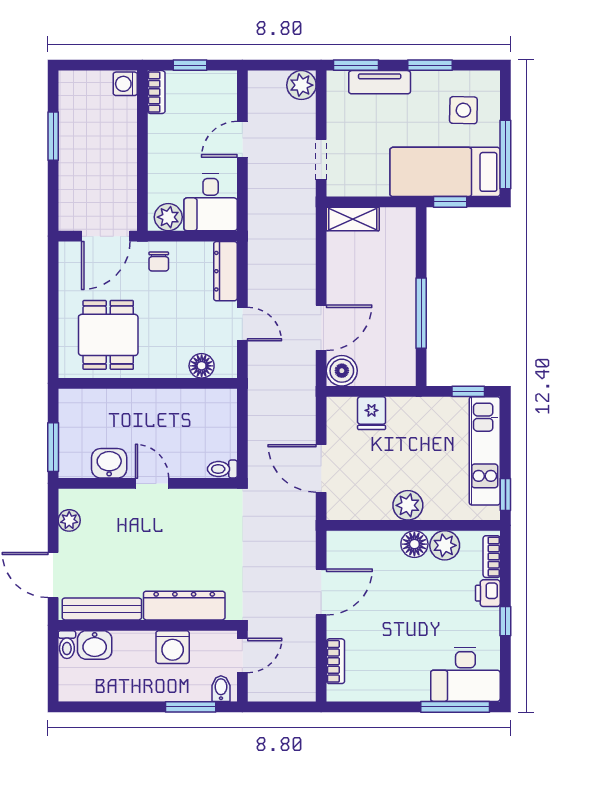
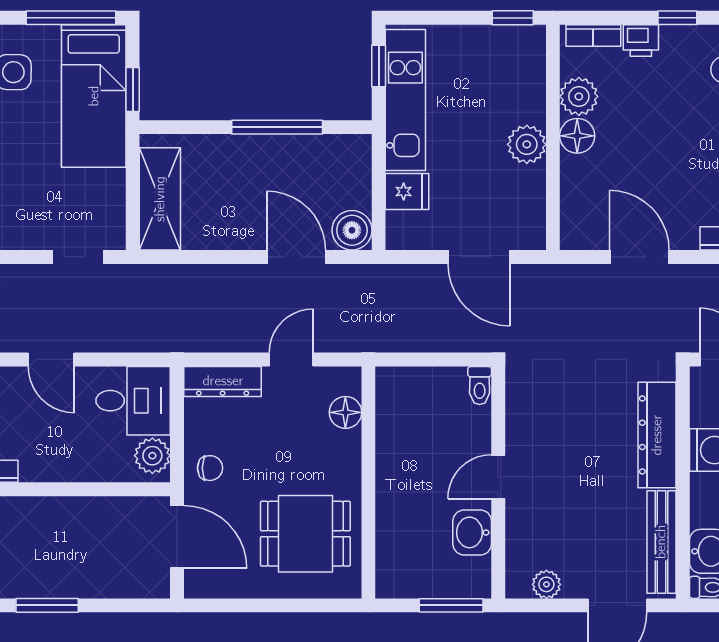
shelving: (353, 219) -> (160, 199), width x1.50, depth x1.33
kitchen unit: (485, 451) -> (405, 100), moved, turned -90
door: (321, 468) -> (479, 257), hinge flipped

